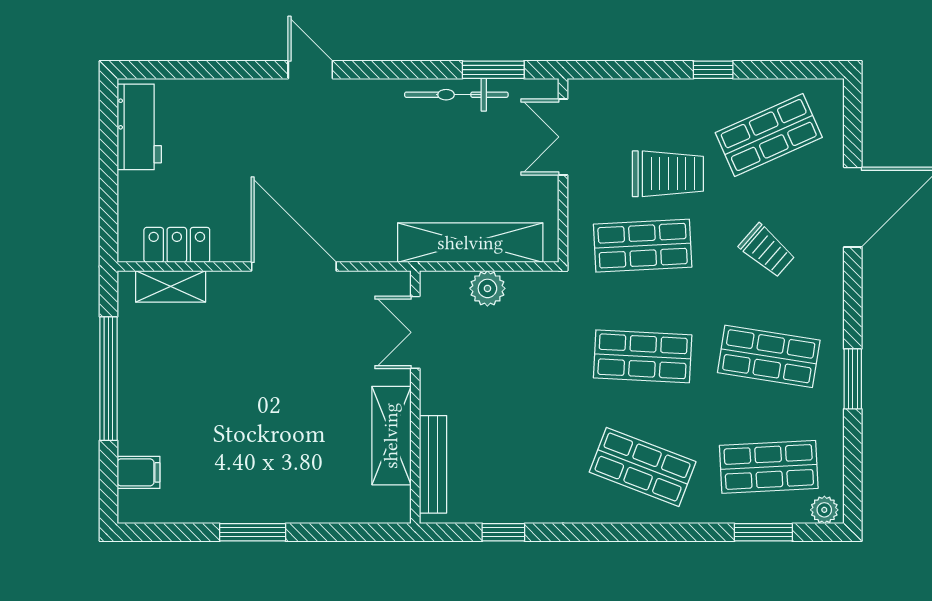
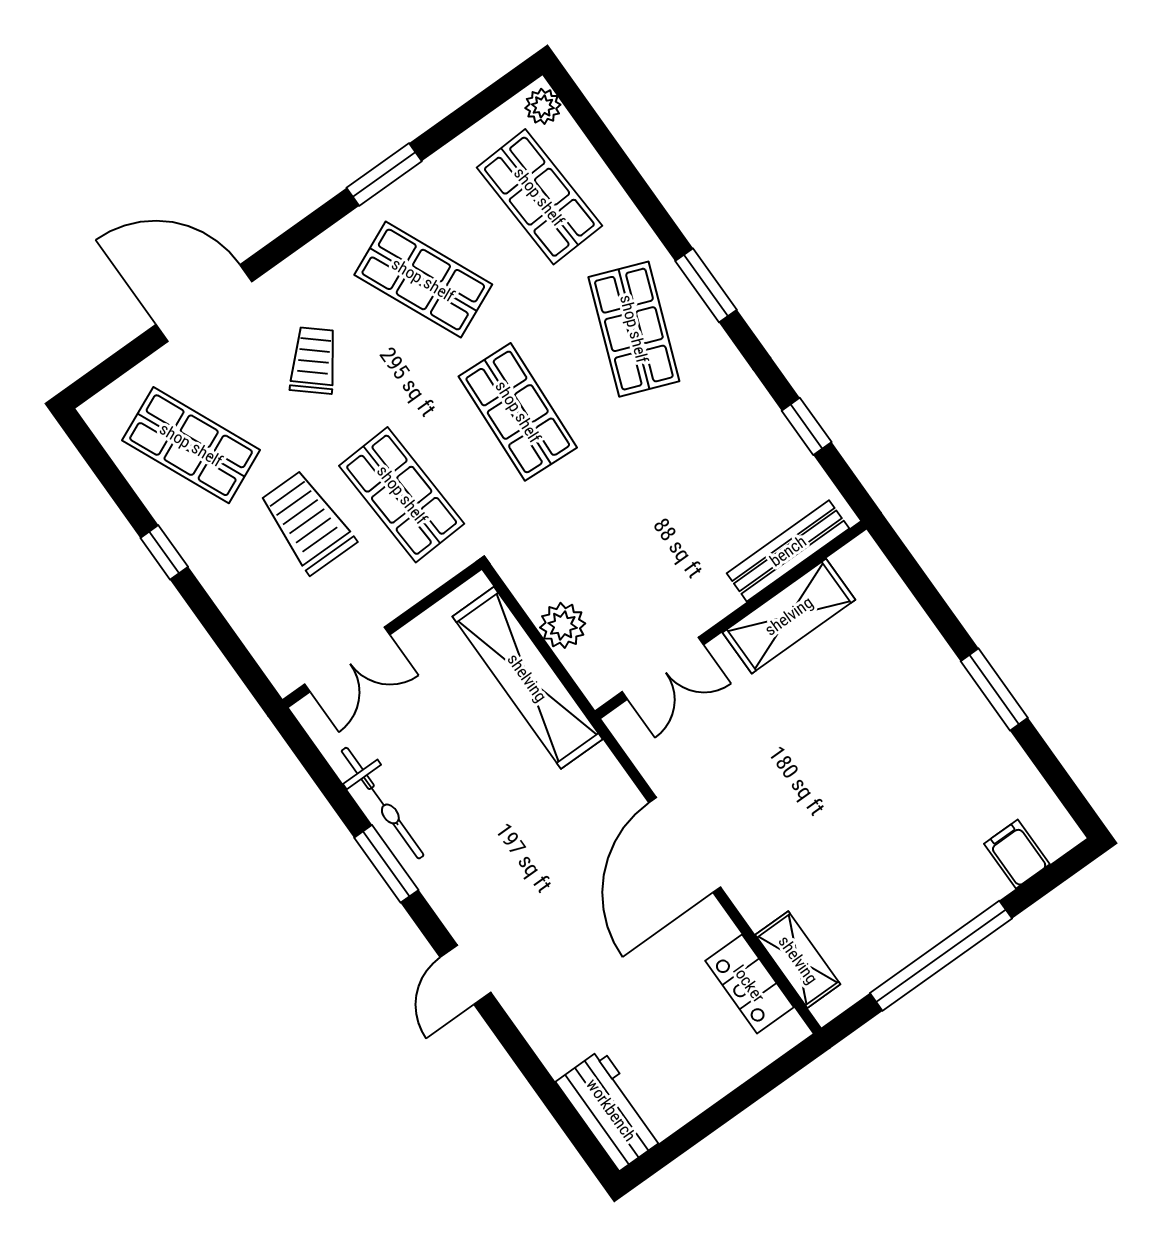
window: (493, 70) -> (386, 864), moved
workbench: (139, 127) -> (611, 1110), moved, turned 90
shop shelf: (769, 356) -> (423, 280), turned -33
window: (763, 532) -> (706, 285), moved

